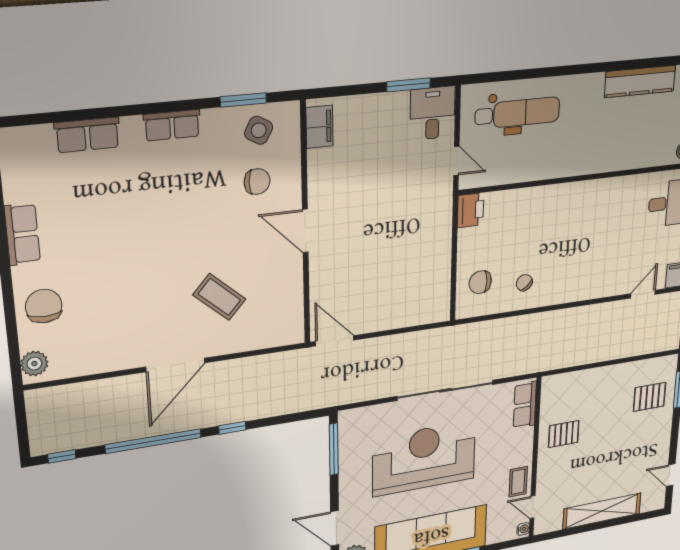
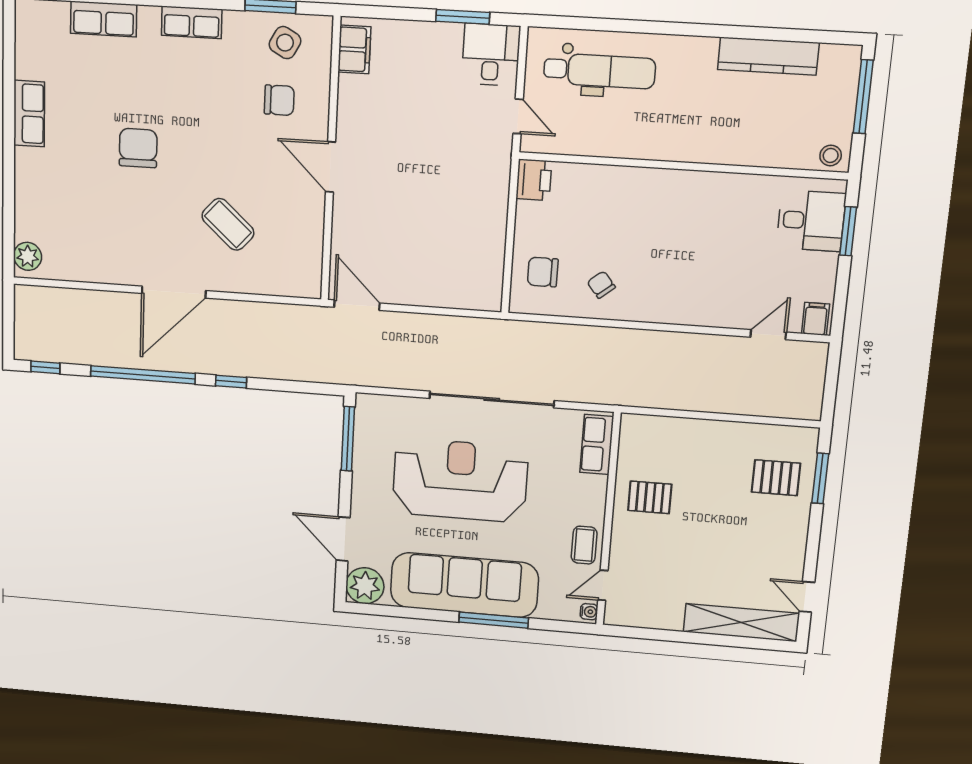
chair: (44, 306) -> (138, 148), moved
door: (532, 507) -> (603, 585), hinge flipped
shelving: (602, 511) -> (741, 623), moved

